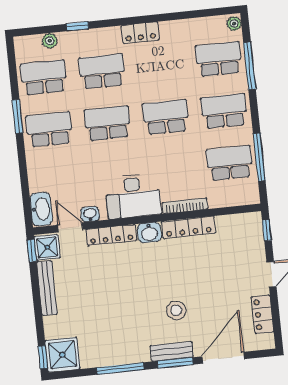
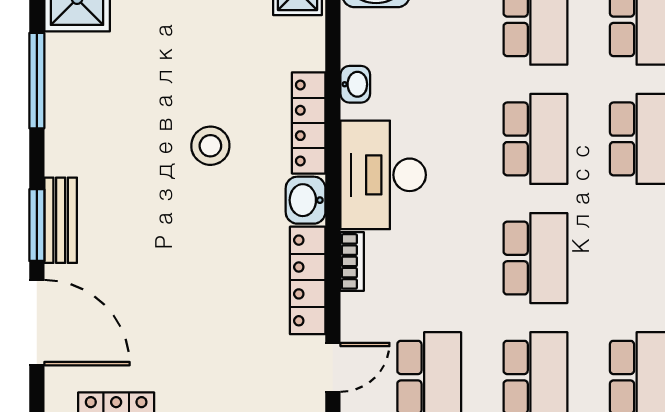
bookcase: (185, 206) -> (352, 261), width x0.64
door: (70, 227) -> (333, 367), moved
stool: (176, 310) -> (210, 146), moved
window: (120, 369) -> (37, 81), moved

